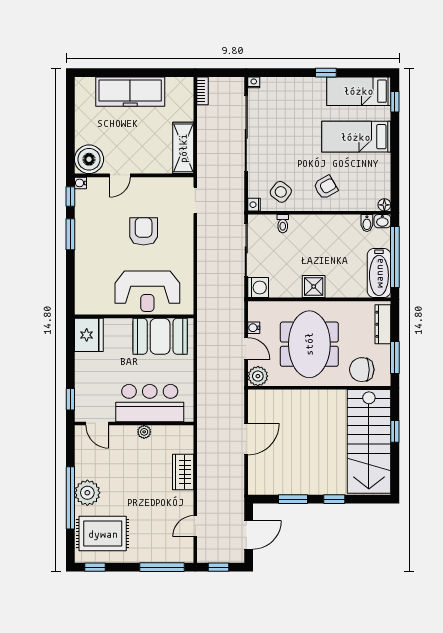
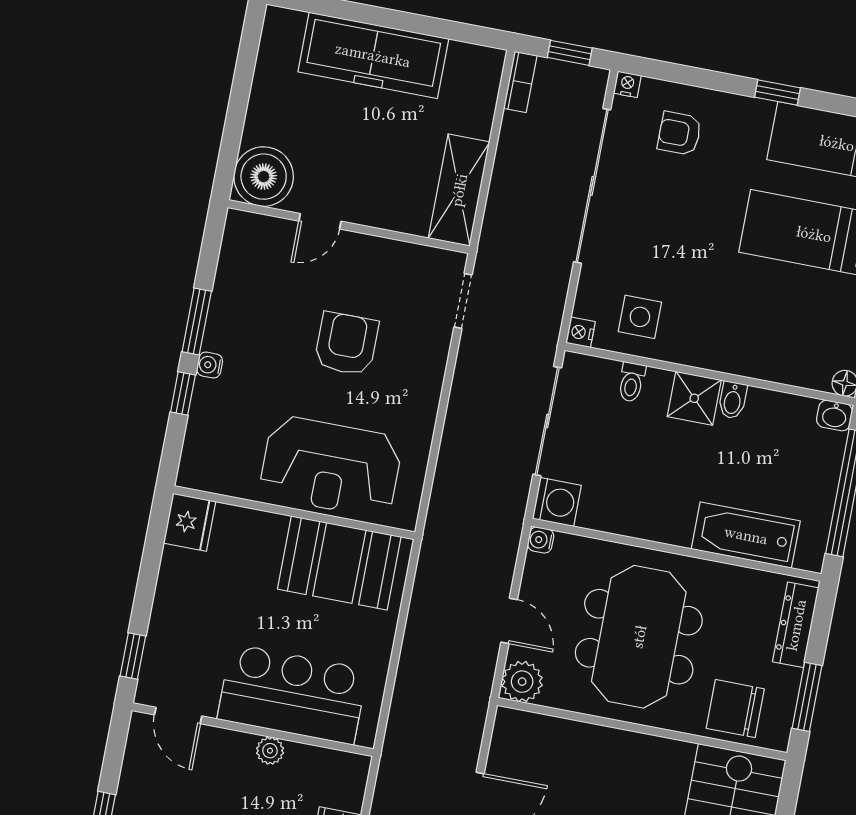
window: (223, 73) -> (570, 53), added
water cooler: (80, 183) -> (210, 365), moved
armchair: (326, 187) -> (679, 133), moved, turned -150
side table: (281, 192) -> (640, 317), turned -37
window: (70, 197) -> (183, 393), moved
bidet: (367, 223) -> (733, 400), moved
bathtub: (379, 273) -> (746, 535), moved, turned 90
shower: (314, 287) -> (694, 398), moved
water cooler: (254, 328) -> (541, 540), moved
fridge: (89, 335) -> (190, 522), width x0.73, depth x0.75

